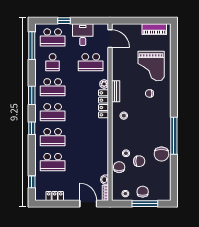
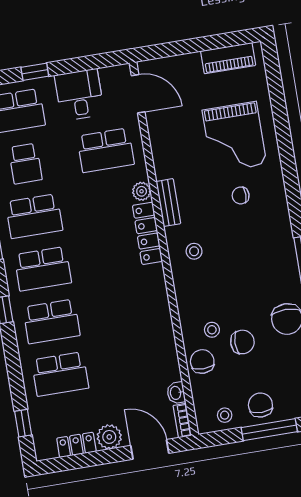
plant: (70, 195) -> (109, 437), added

